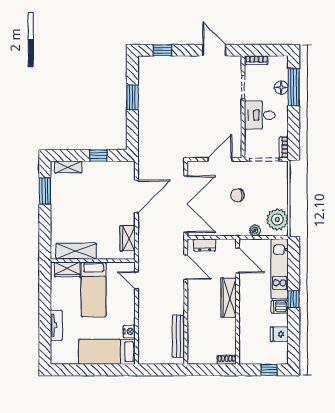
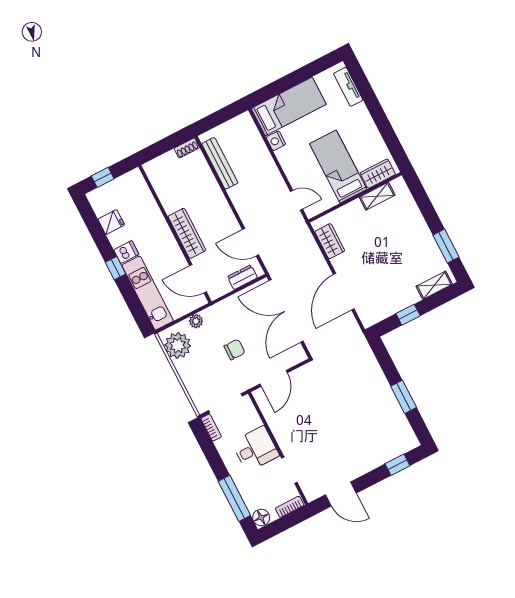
floor lamp: (281, 88) -> (261, 517), moved
shelving: (76, 251) -> (377, 196), width x0.67, depth x0.75
tv unit: (56, 325) -> (348, 87), moved
shoe rack: (227, 360) -> (187, 148), moved

